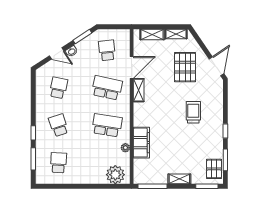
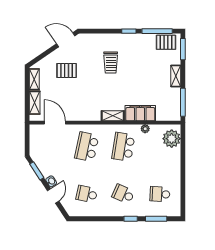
school desk: (107, 50) -> (50, 147), removed
door: (132, 67) -> (55, 123), moved
pallet: (185, 67) -> (67, 70), width x0.67, depth x0.71
shelving: (139, 90) -> (113, 116), moved
trolley: (193, 112) -> (111, 62), turned -90
school desk: (58, 125) -> (123, 194), turned 42
window: (225, 160) -> (157, 31), width x1.44

